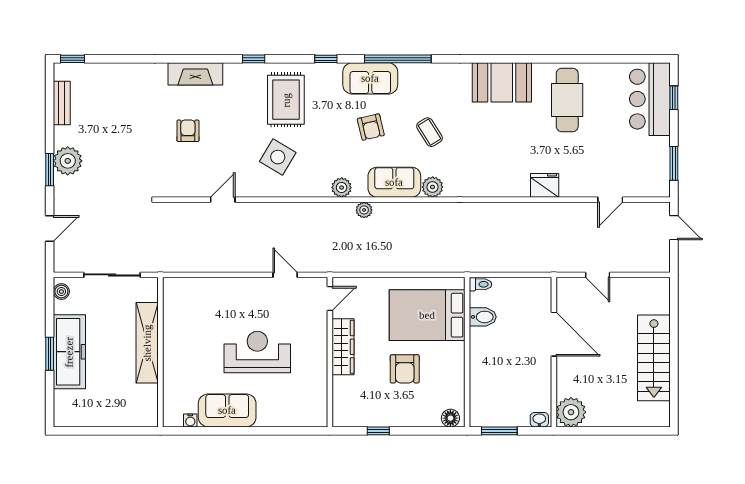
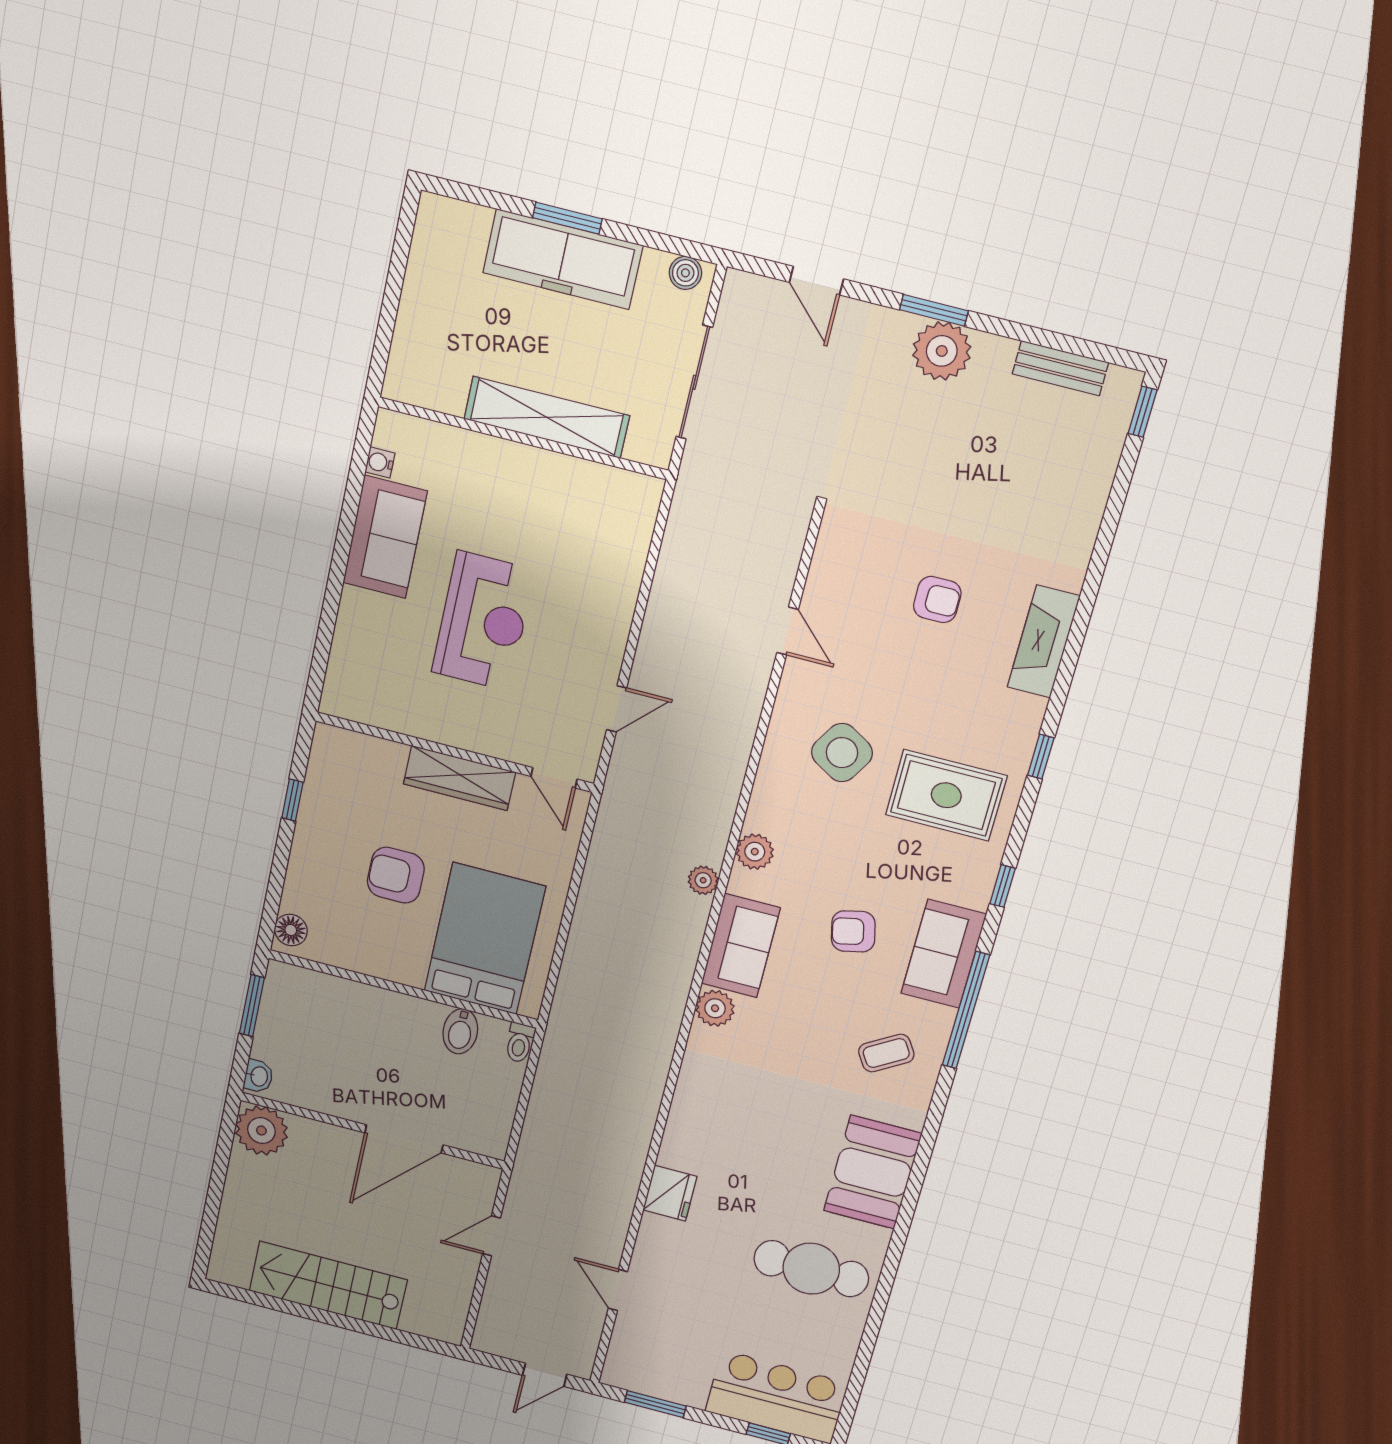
coffee table: (430, 132) -> (886, 1053), moved

